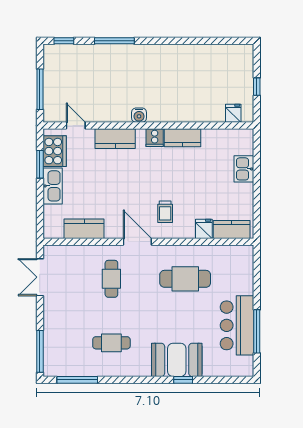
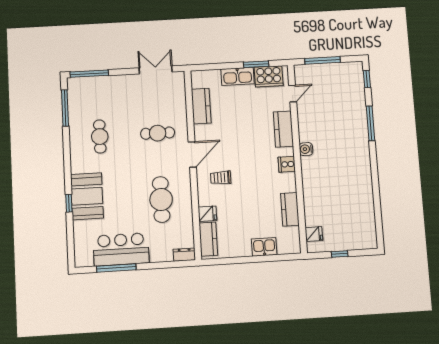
kitchen counter: (183, 138) -> (290, 209), moved
dresser: (247, 257) -> (184, 255), added

